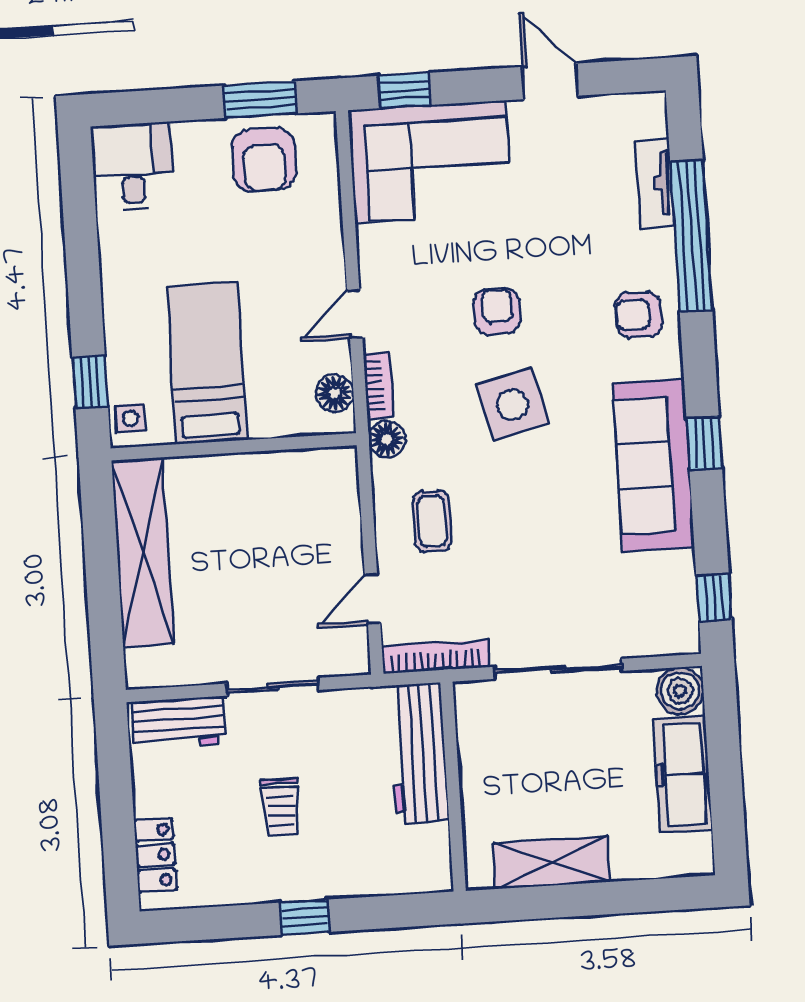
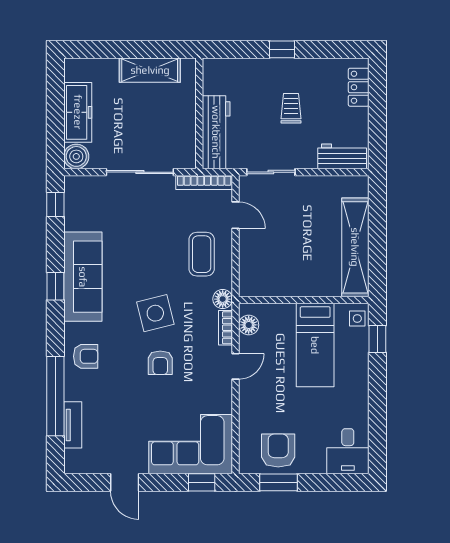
coffee table: (432, 521) -> (202, 254), width x1.36, depth x1.30
door: (373, 599) -> (236, 215), hinge flipped
sliding door: (273, 687) -> (271, 172), moved

